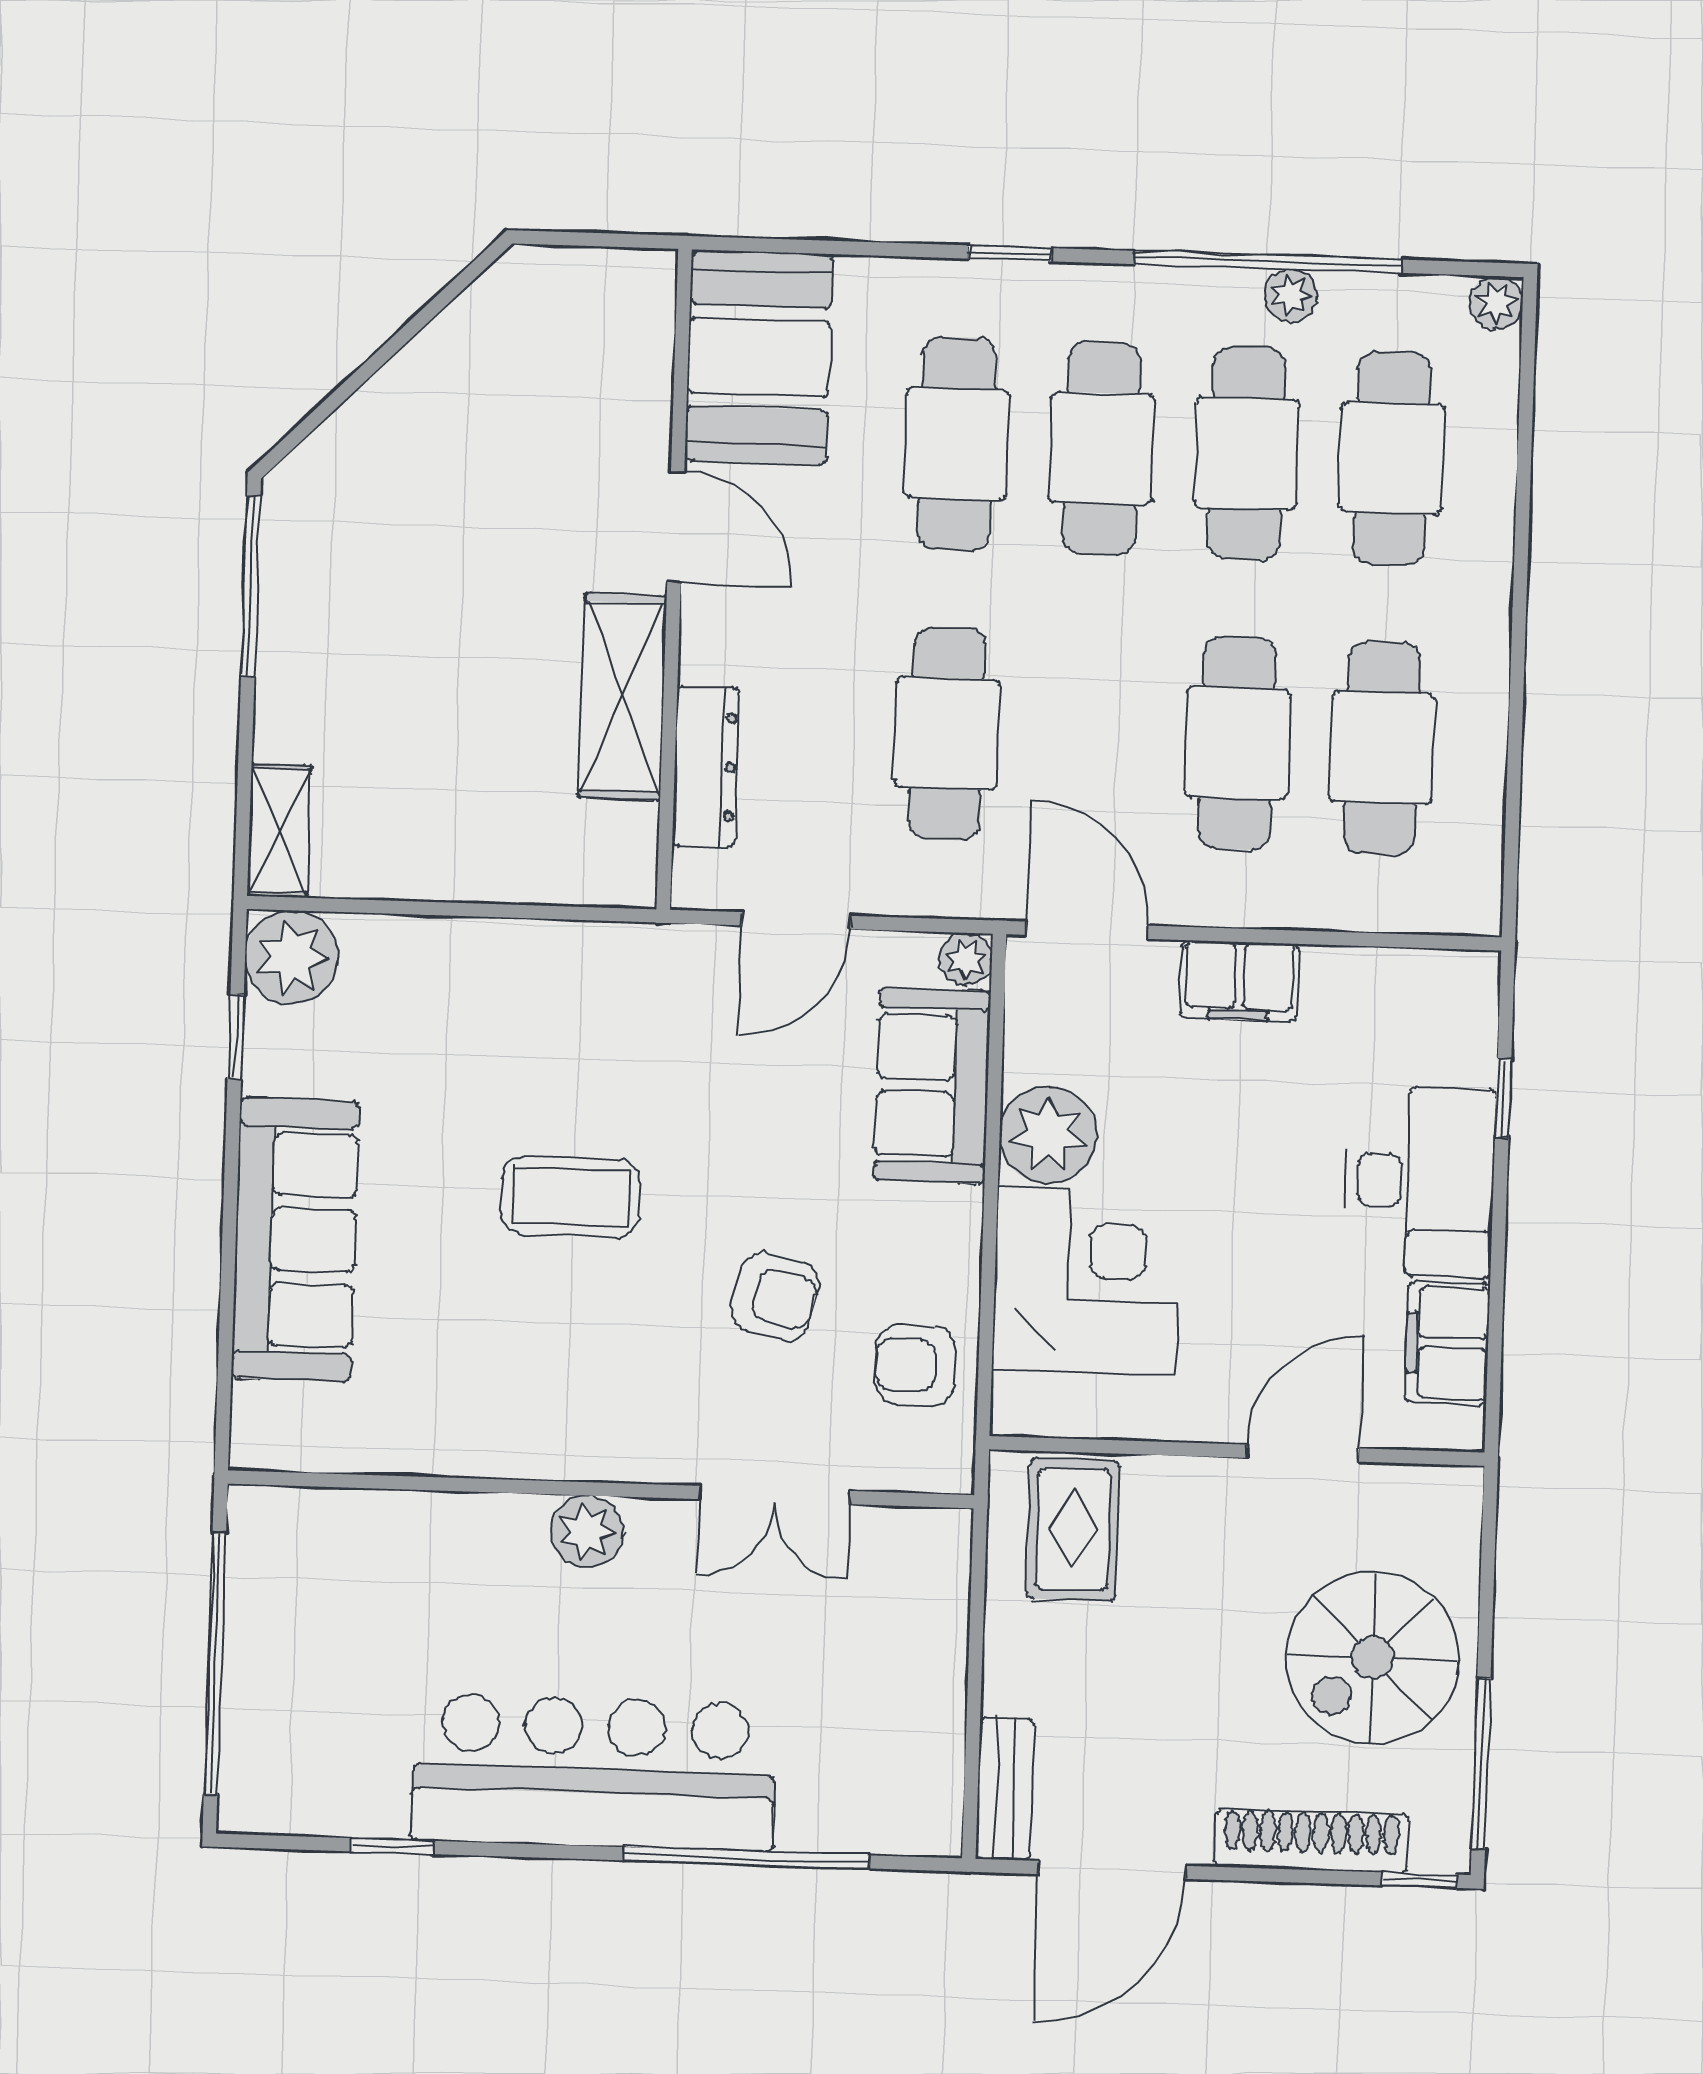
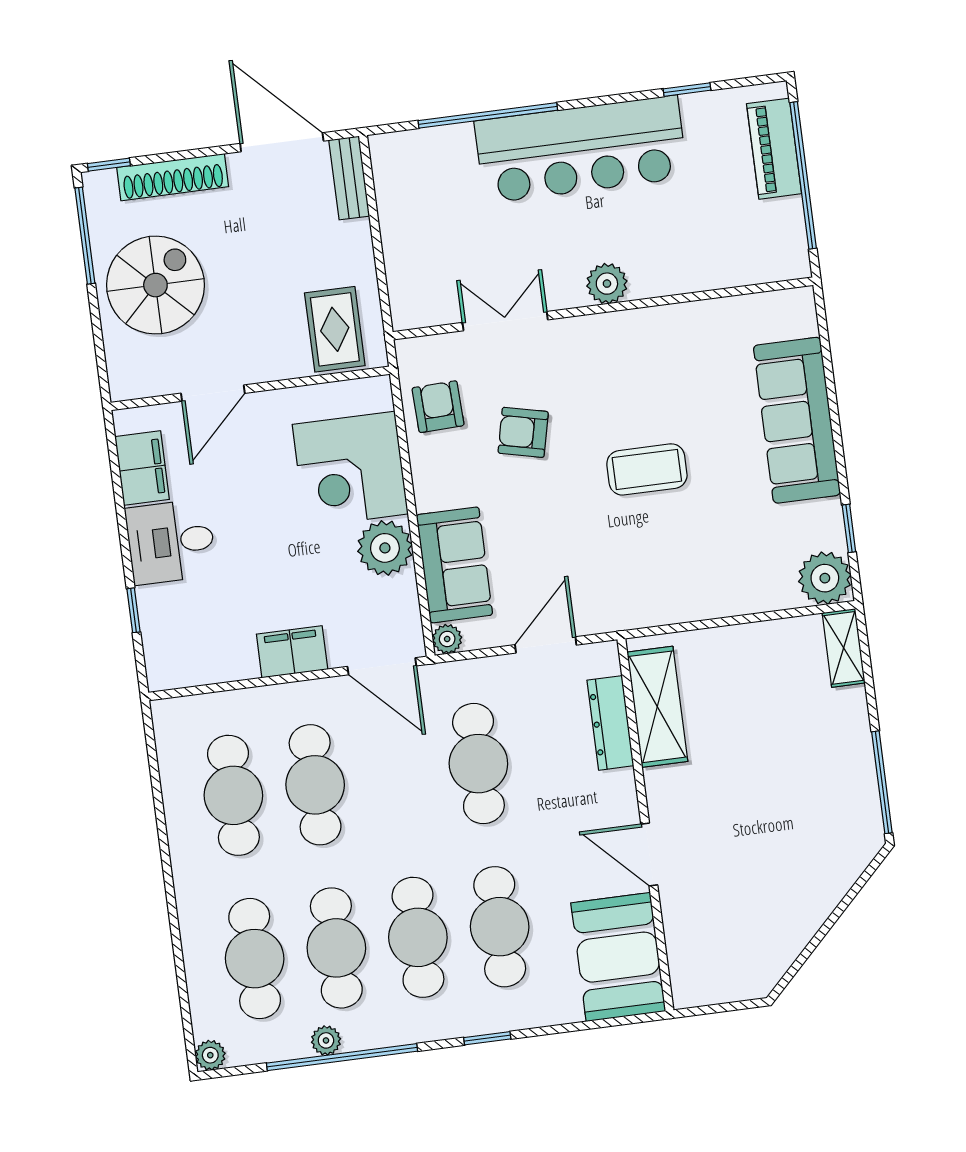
shelving: (623, 697) -> (657, 707), moved
desk: (1420, 1181) -> (171, 542), width x0.73
armchair: (916, 1366) -> (438, 407), turned -92
piano: (258, 1718) -> (774, 149), added
door: (1112, 1870) -> (282, 142), hinge flipped

